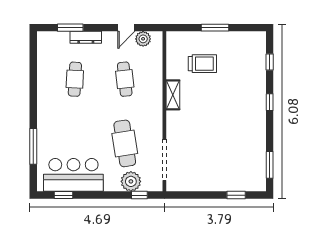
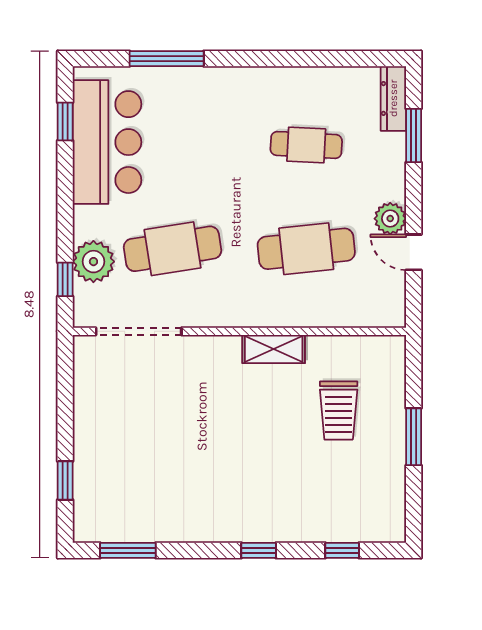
dresser: (86, 37) -> (393, 98), moved
plant: (143, 39) -> (390, 219), moved
cafe table: (125, 79) -> (306, 249), width x1.37, depth x1.35

